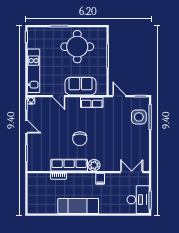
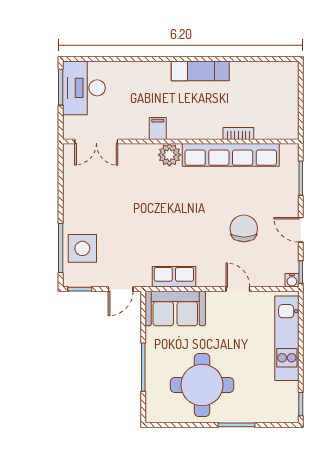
sofa: (81, 86) -> (175, 308), moved
door: (119, 96) -> (121, 289), hinge flipped
chair: (80, 139) -> (244, 228), moved
row of seats: (69, 165) -> (231, 155), width x1.36
exam couch: (78, 206) -> (200, 71), width x0.73, depth x0.69

